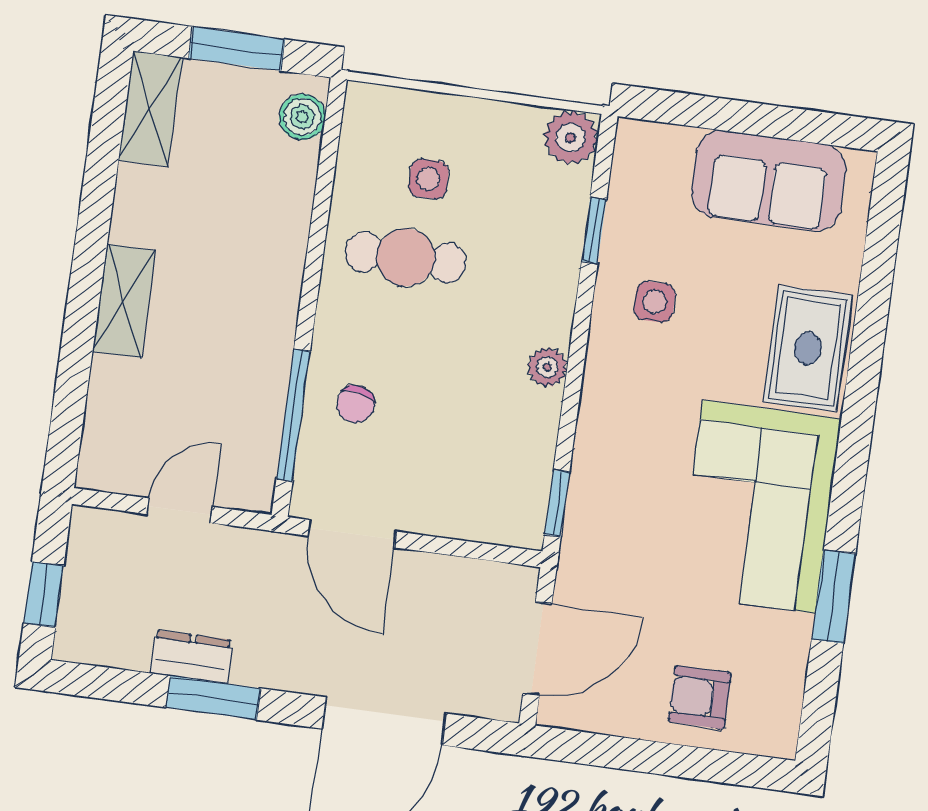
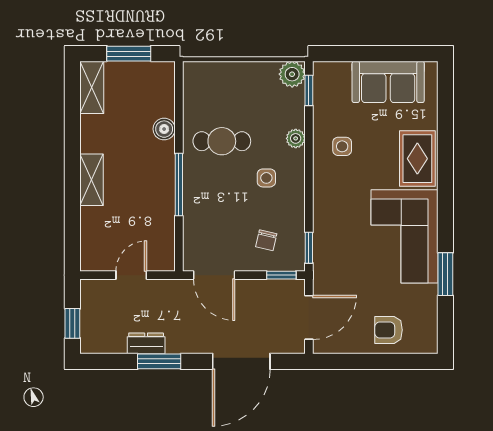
boiler: (302, 117) -> (164, 129), moved
side table: (429, 179) -> (266, 178), moved
window: (594, 230) -> (309, 90), moved
plant: (547, 367) -> (296, 138), moved
chair: (356, 404) -> (266, 240), moved
window: (293, 415) -> (179, 185), moved
window: (492, 553) -> (281, 275), added

